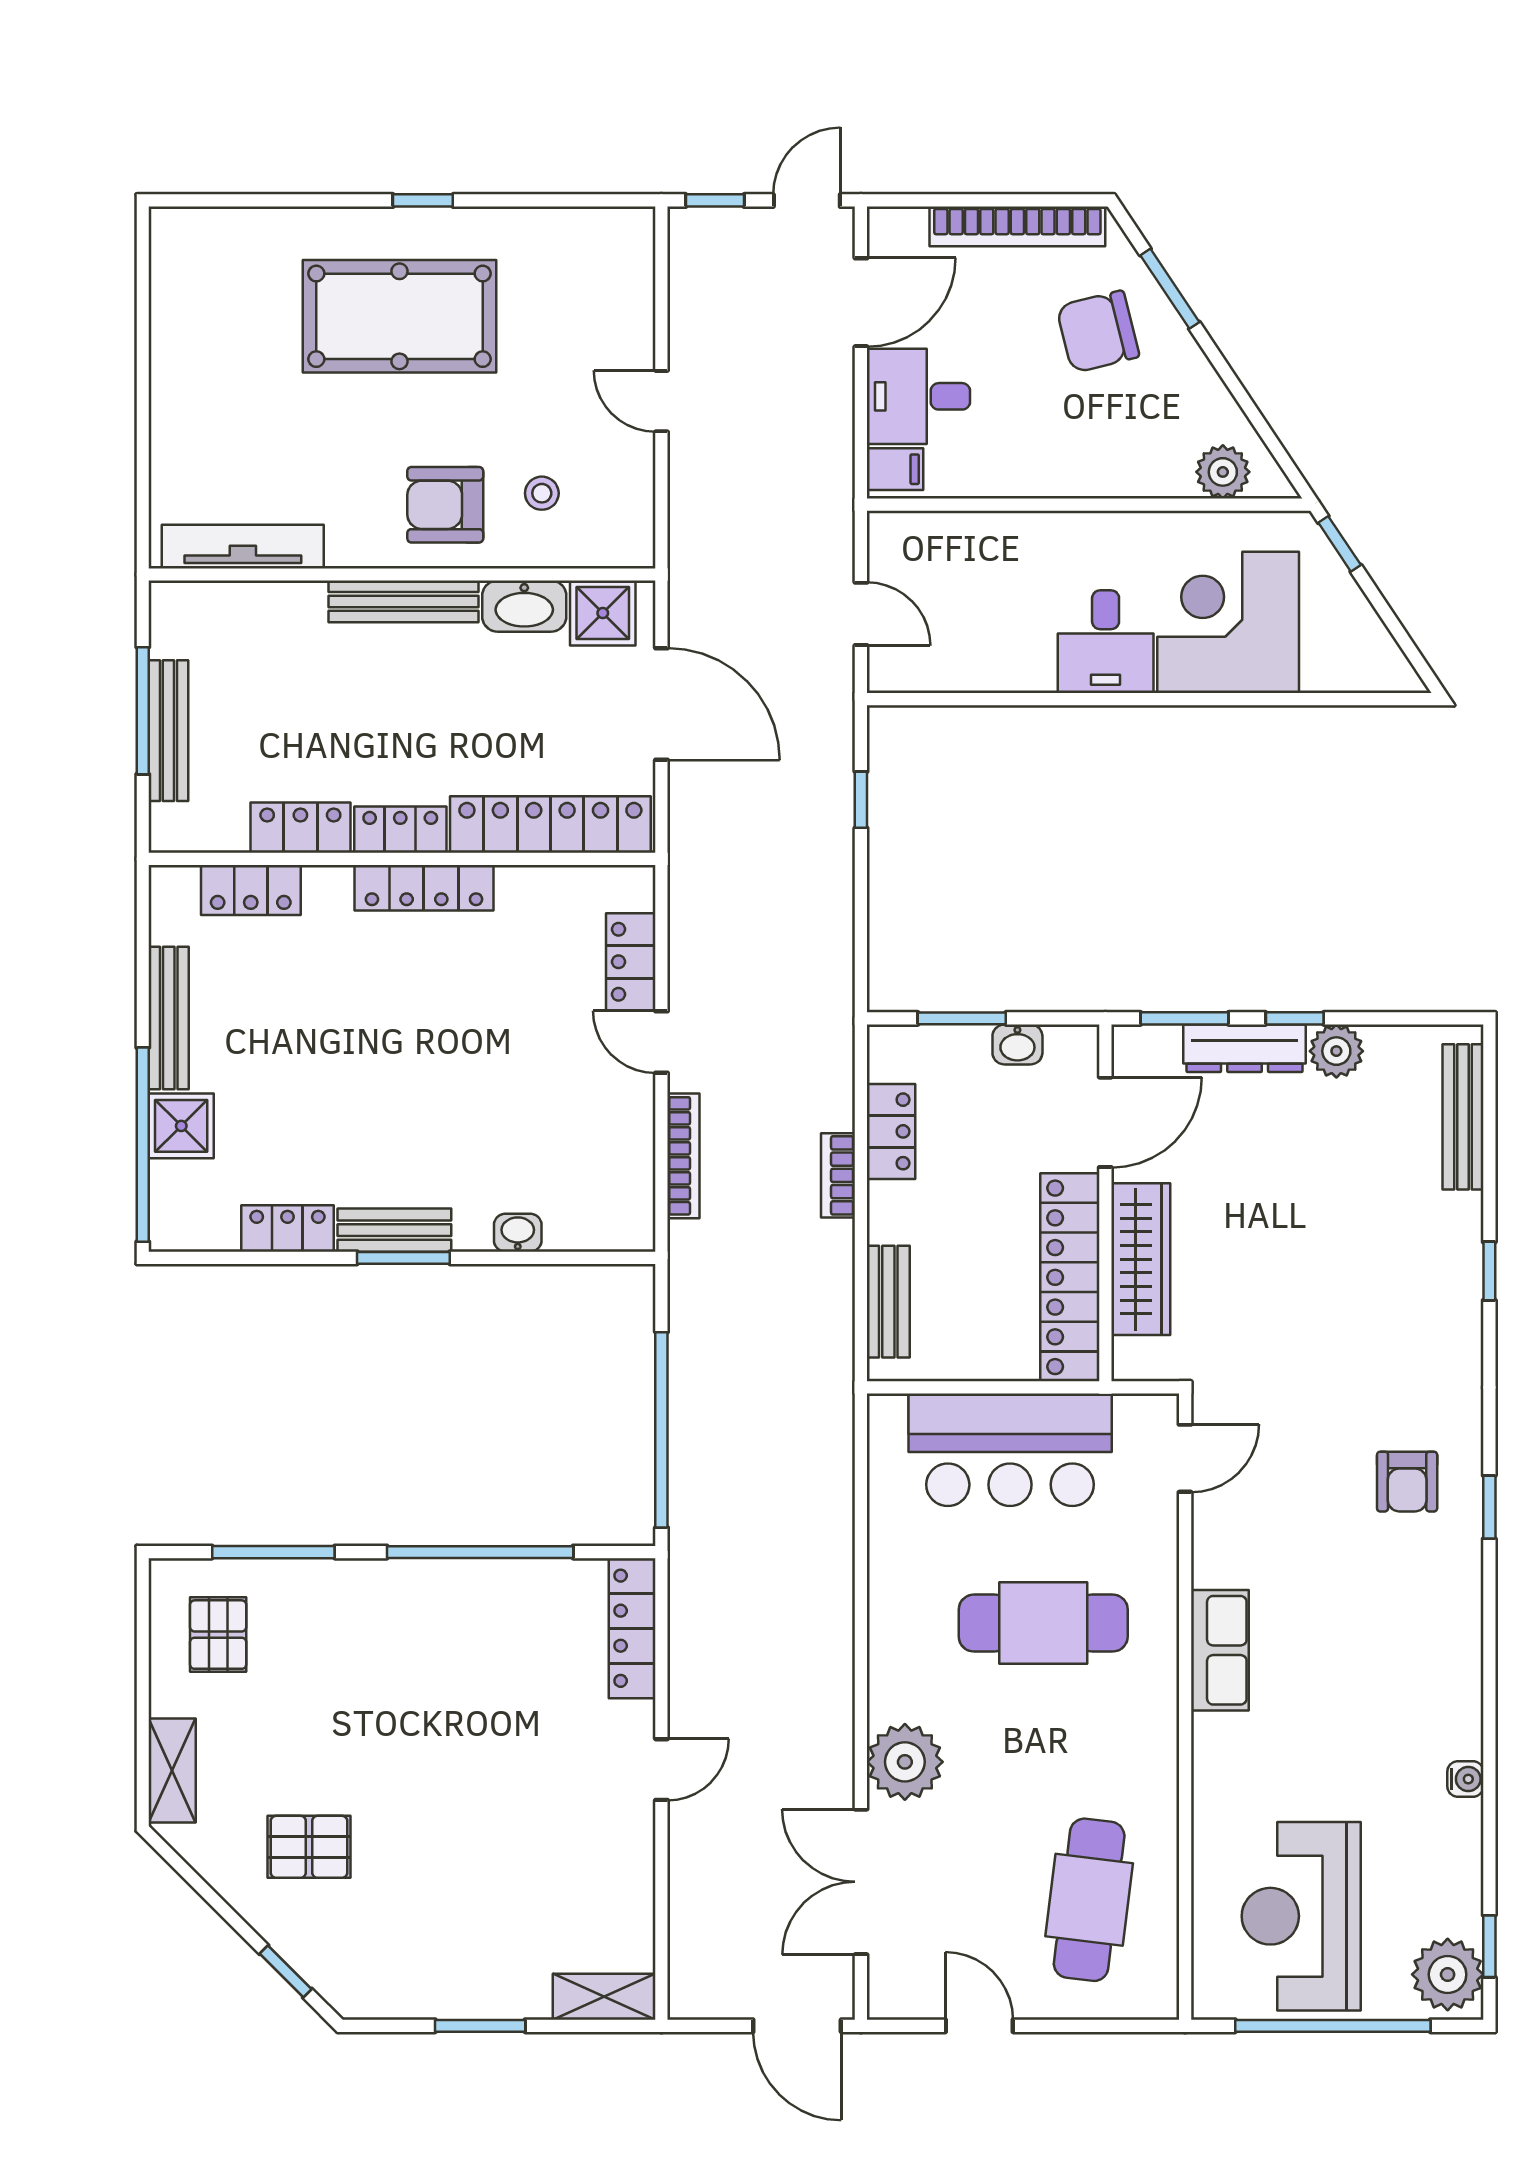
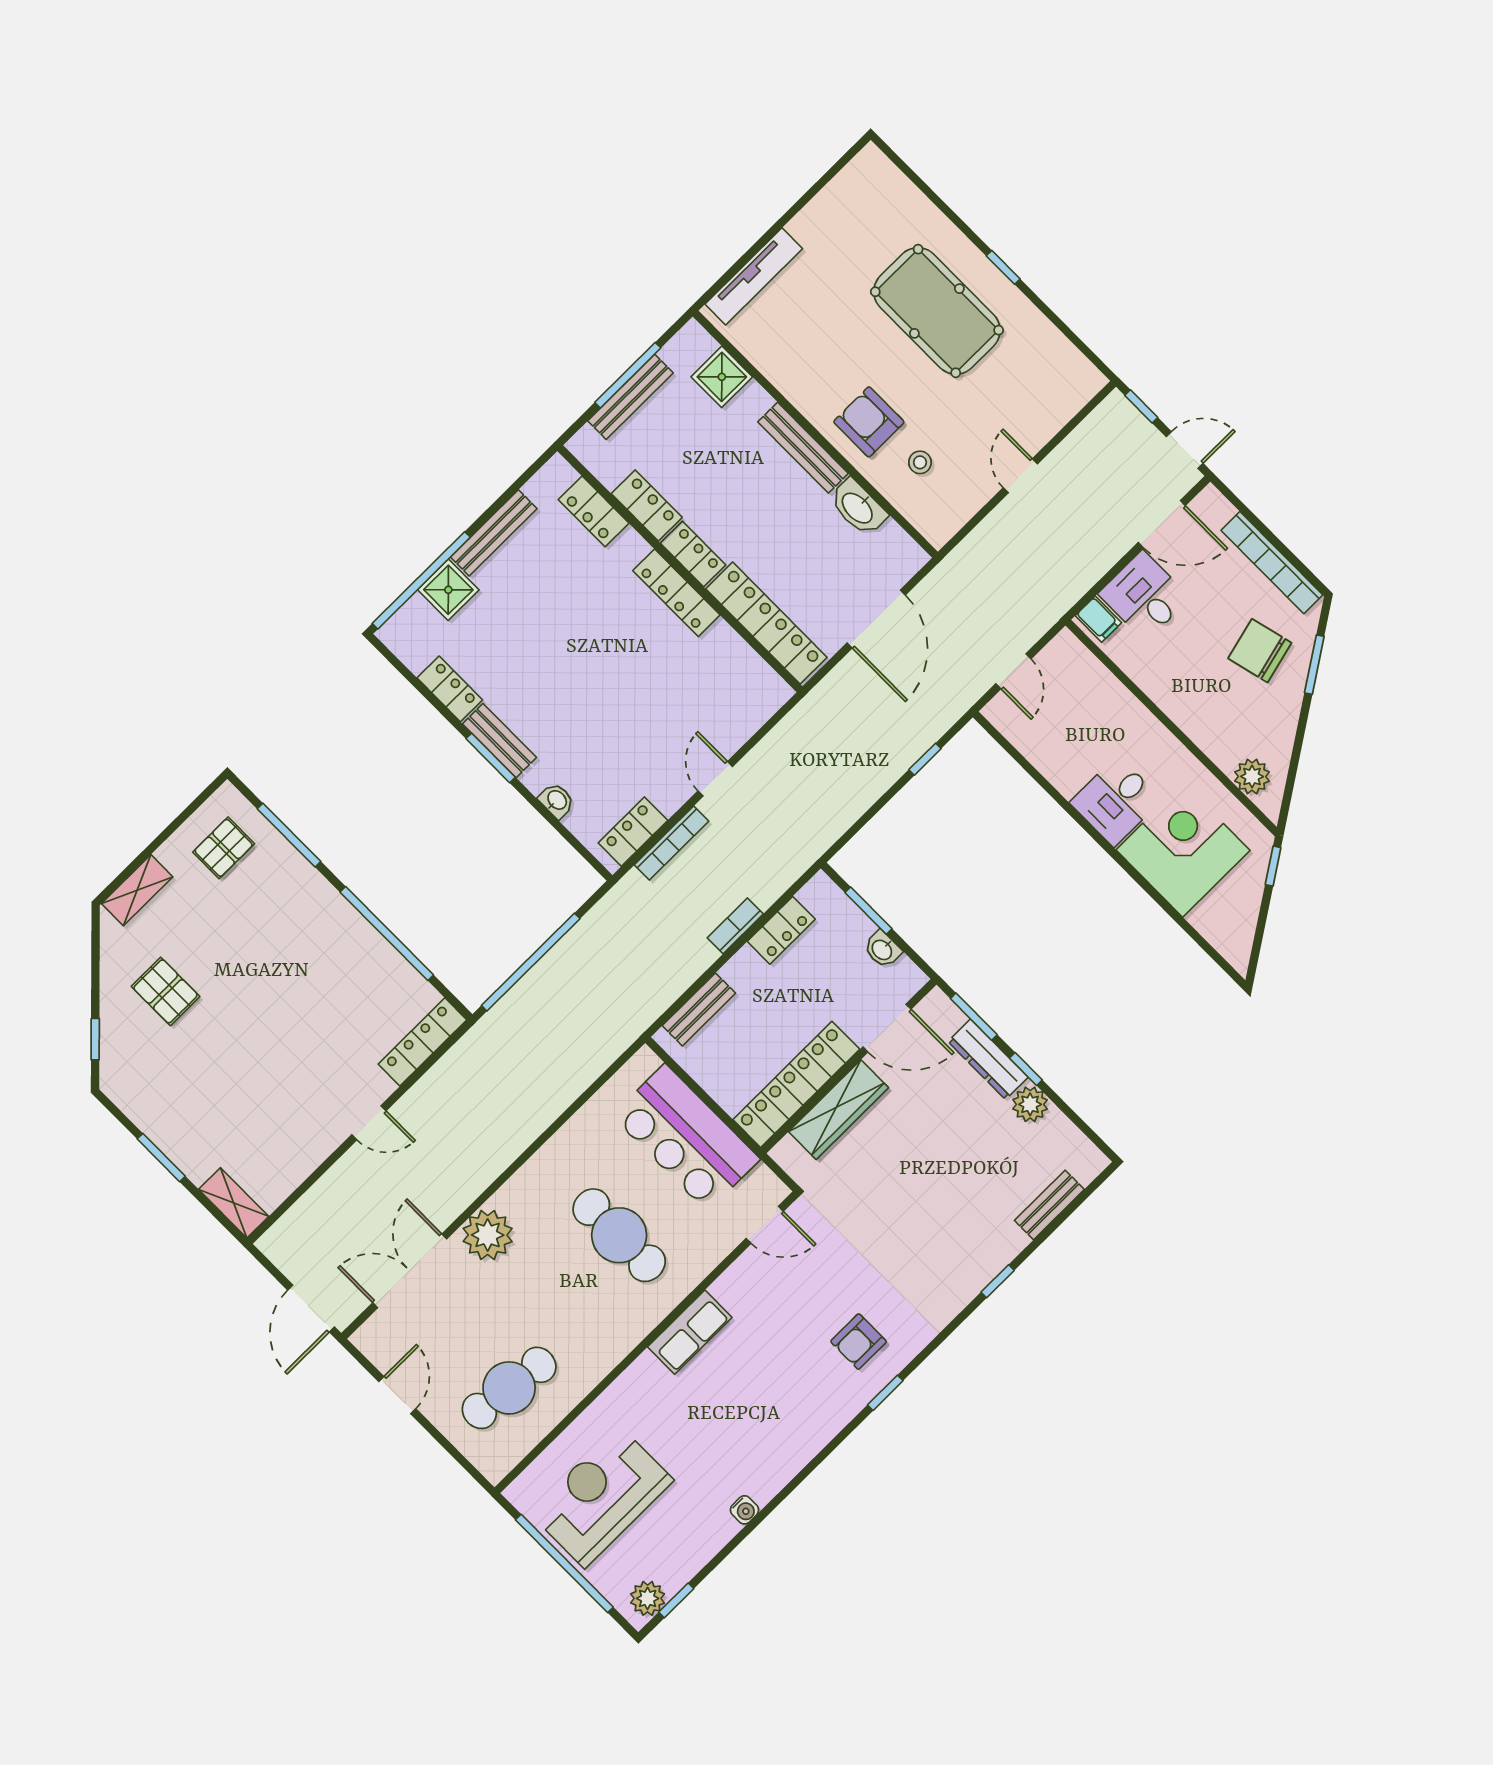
tv unit: (243, 547) -> (754, 276), moved, turned 90
shower: (603, 613) -> (722, 377), moved
locker: (631, 962) -> (633, 832), moved
bench: (1463, 1117) -> (1049, 1205), width x0.73
plant: (1448, 1974) -> (648, 1598), width x0.73, depth x0.73

